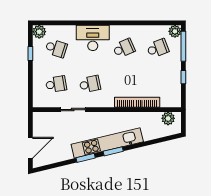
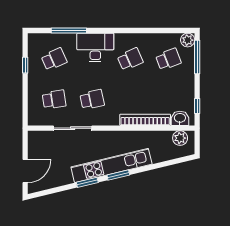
window: (69, 23) -> (69, 31), added
plant: (39, 32) -> (35, 41), removed
school desk: (56, 48) -> (54, 59), turned -42
window: (183, 77) -> (197, 106), moved
washbasin: (168, 101) -> (180, 118), added
sliding door: (73, 110) -> (73, 128), width x1.37

